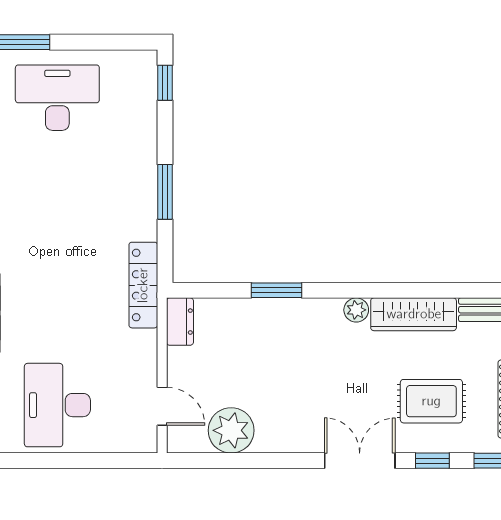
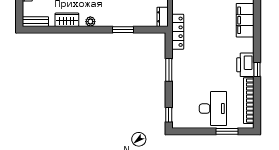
desk: (57, 98) -> (213, 109), turned -90
wardrobe: (414, 314) -> (67, 20), width x0.67

